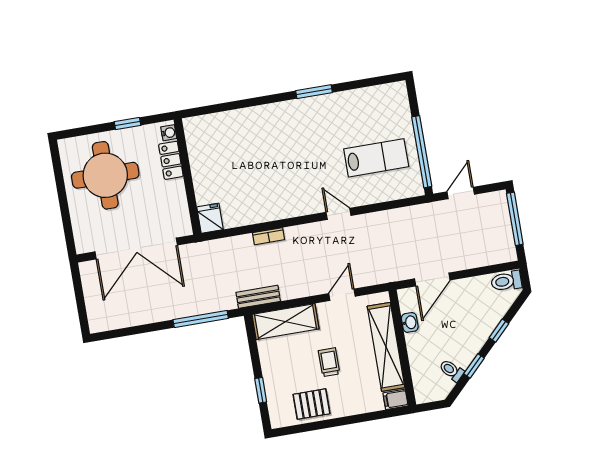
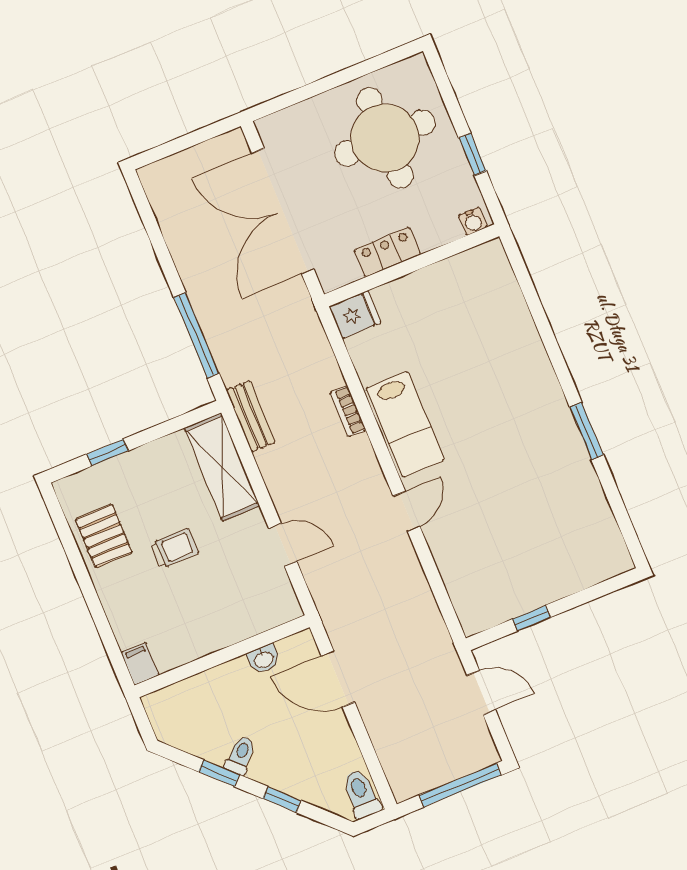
window: (422, 152) -> (531, 618), width x0.32
lab bench: (376, 158) -> (405, 424), moved
locker: (171, 160) -> (387, 252), moved
shelving: (386, 347) -> (218, 631), removed
toilet: (452, 370) -> (240, 755), moved

